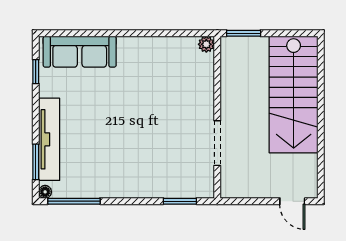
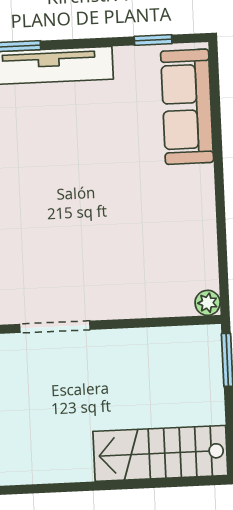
stairs: (294, 95) -> (160, 453), width x0.73, depth x0.66

